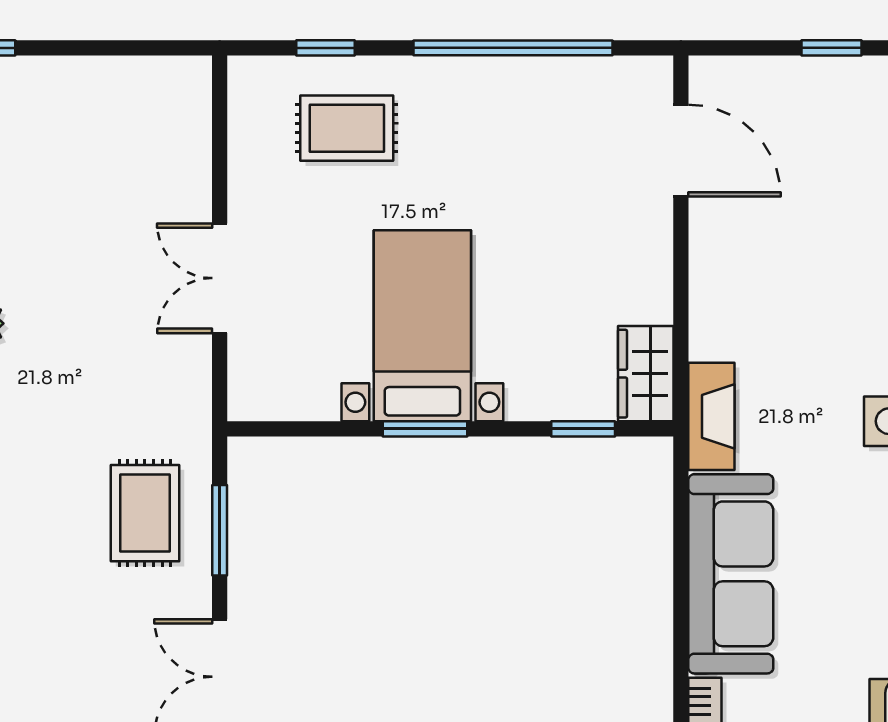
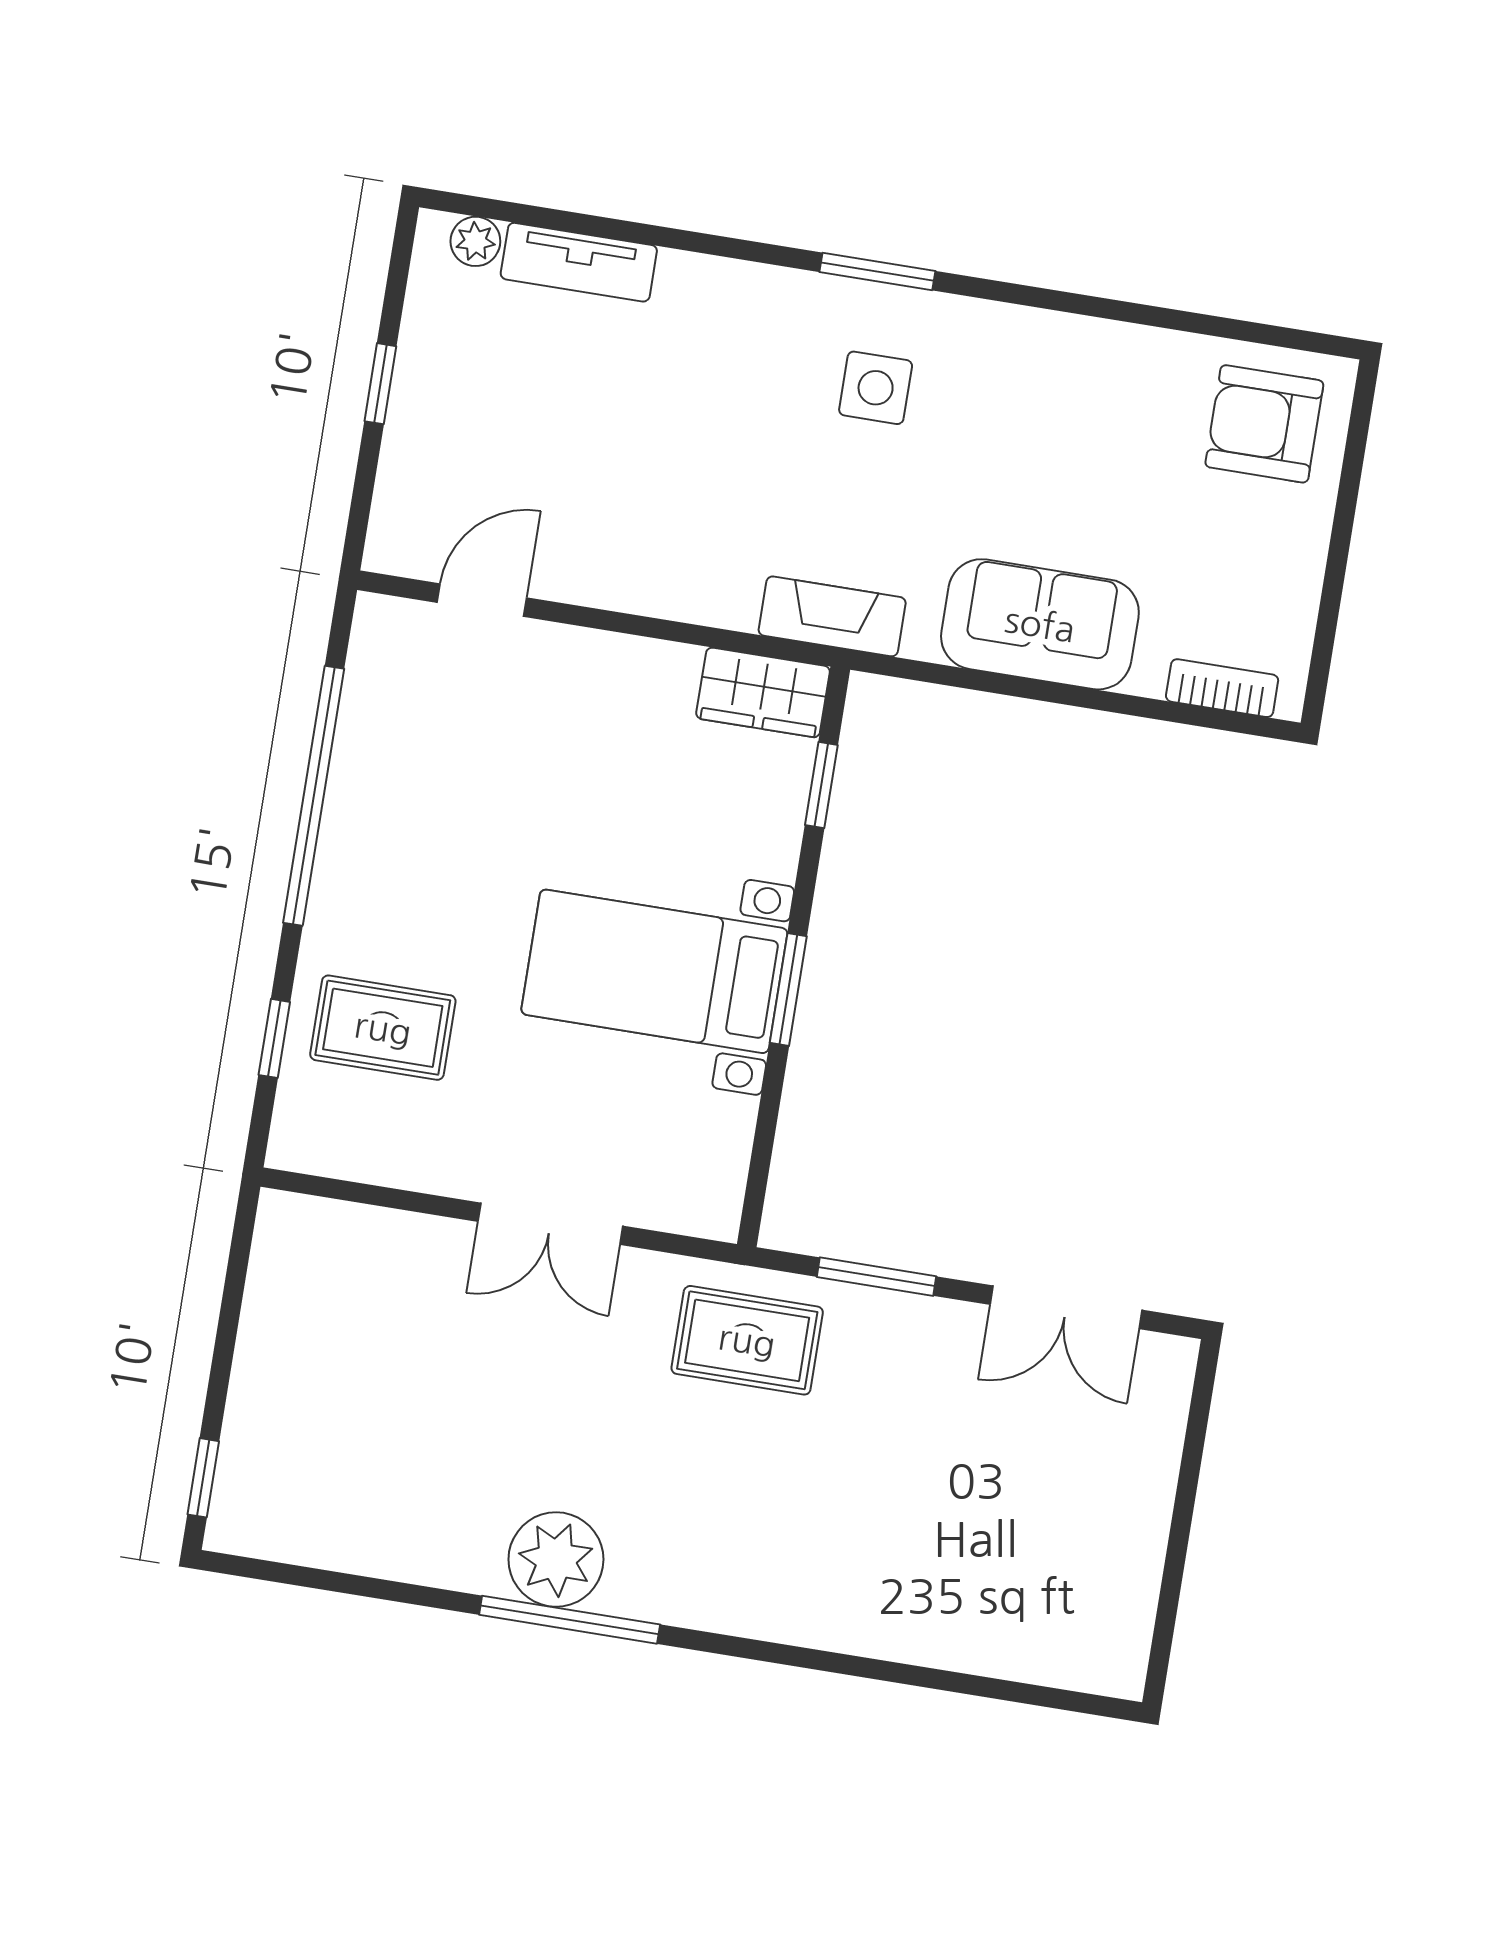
rug: (347, 128) -> (383, 1028), turned 90
door: (681, 151) -> (482, 600), width x0.73
rug: (145, 513) -> (747, 1340), moved
sofa: (731, 574) -> (1040, 624), width x0.73

